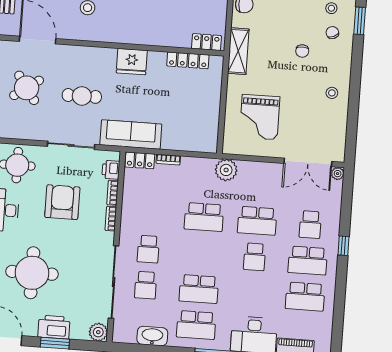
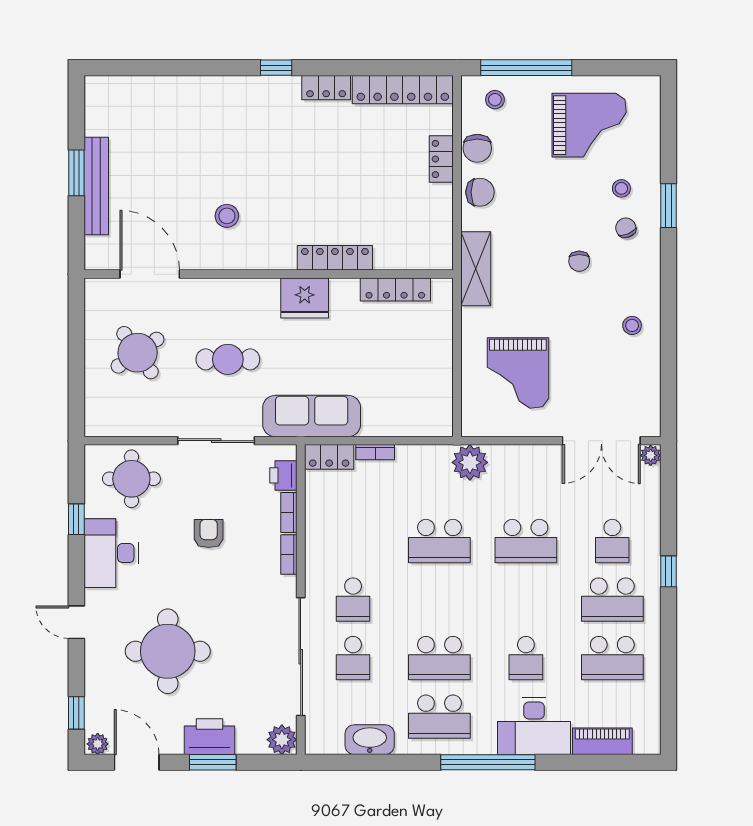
locker: (206, 42) -> (335, 258), moved, width x1.53
armchair: (62, 202) -> (209, 534), width x0.53, depth x0.53
school desk: (255, 257) -> (526, 658), moved

